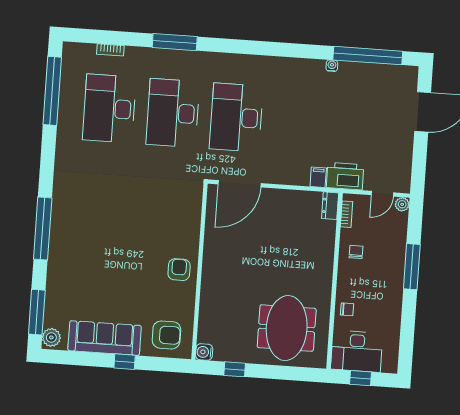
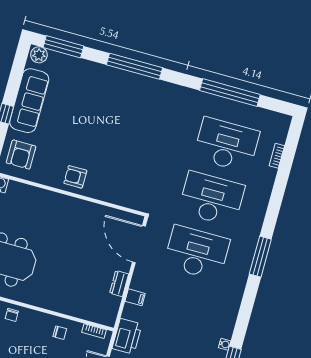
window: (175, 42) -> (260, 257), moved
window: (52, 91) -> (230, 93), moved
filing cabinet: (318, 177) -> (135, 297), moved
dresser: (330, 206) -> (119, 284), moved, turned -90
armchair: (179, 270) -> (75, 177), turned 180

